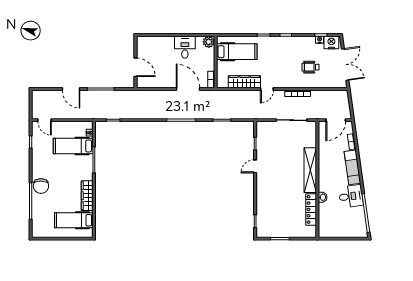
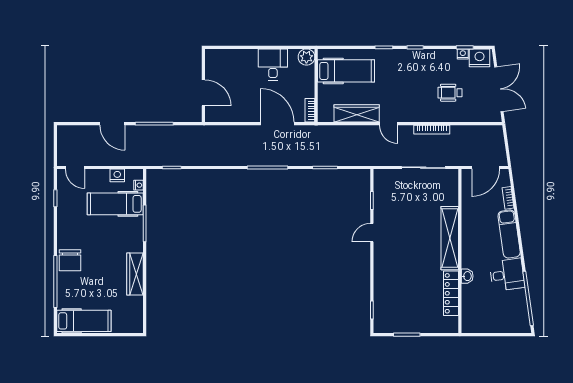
door: (267, 89) -> (389, 124), hinge flipped
nightstand: (74, 126) -> (117, 175), added
hospital bed: (74, 220) -> (84, 321), moved, turned 180

